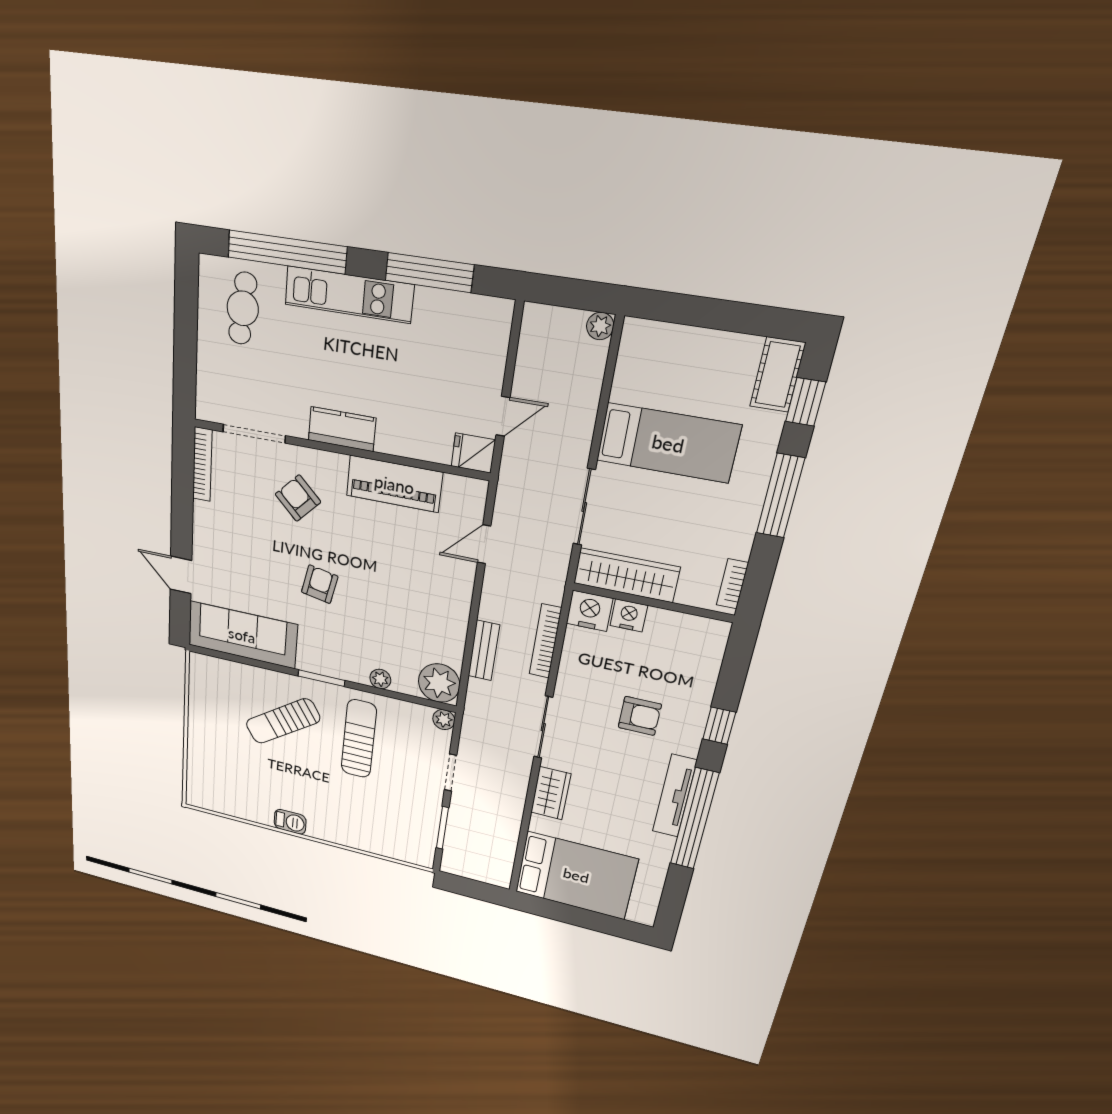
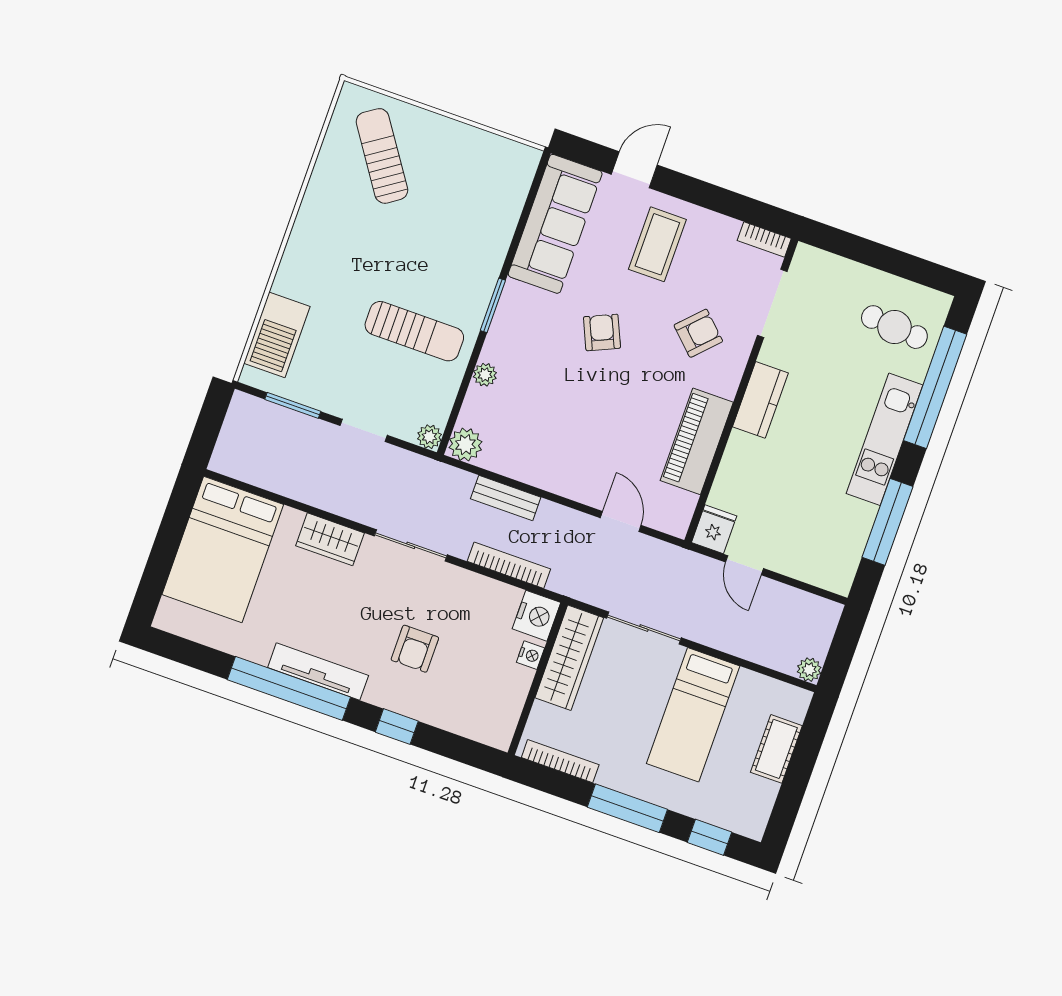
cot: (778, 375) -> (776, 749), moved, turned 90
bookcase: (202, 464) -> (764, 239), width x0.64
coffee table: (234, 546) -> (657, 244), added
armchair: (320, 584) -> (602, 332), turned -125
bookcase: (732, 584) -> (560, 761), width x1.56
nightstand: (629, 615) -> (530, 655), width x0.72, depth x0.74
plant: (439, 683) -> (465, 445), width x0.73, depth x0.73
sun lounger: (283, 721) -> (382, 156), moved
barbecue: (290, 822) -> (277, 335), moved, width x1.88, depth x1.53

